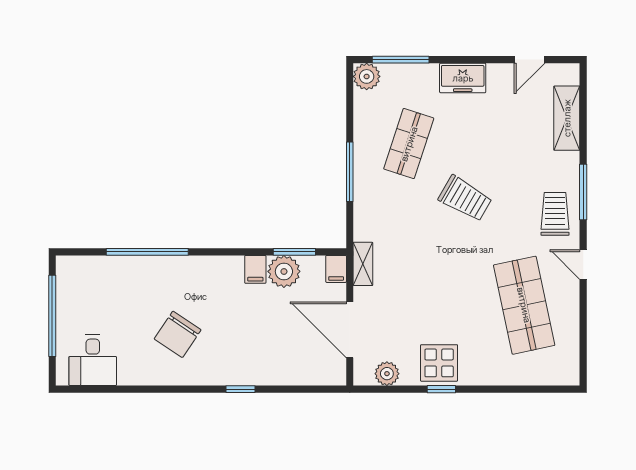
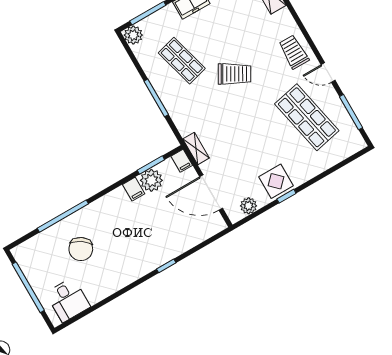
shop shelf: (409, 144) -> (182, 61), turned -33
window: (583, 192) -> (351, 112), moved
chair: (178, 334) -> (81, 249), moved

